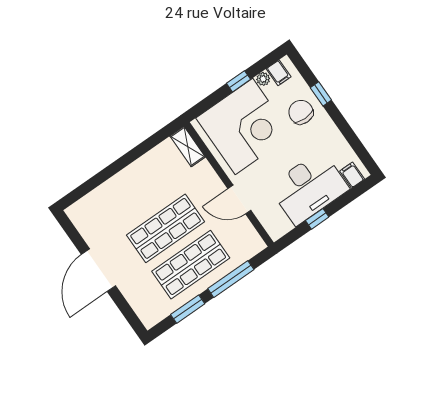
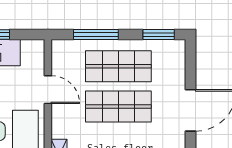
window: (188, 309) -> (159, 34), moved

